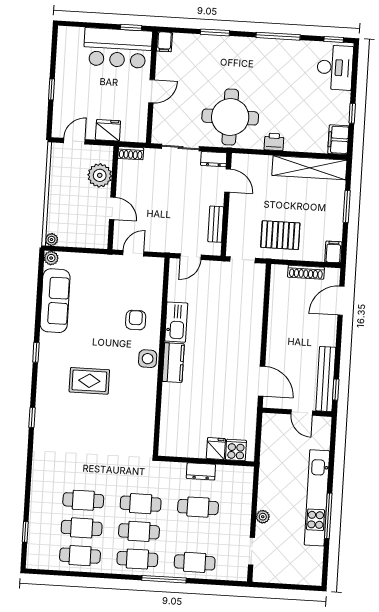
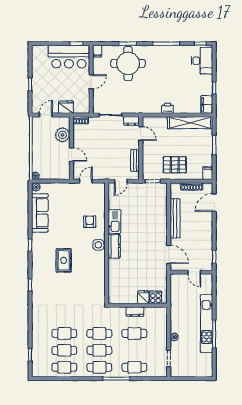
round table: (230, 117) -> (128, 63), moved
bench: (326, 379) -> (175, 218), moved
rug: (89, 381) -> (64, 260), turned 90

